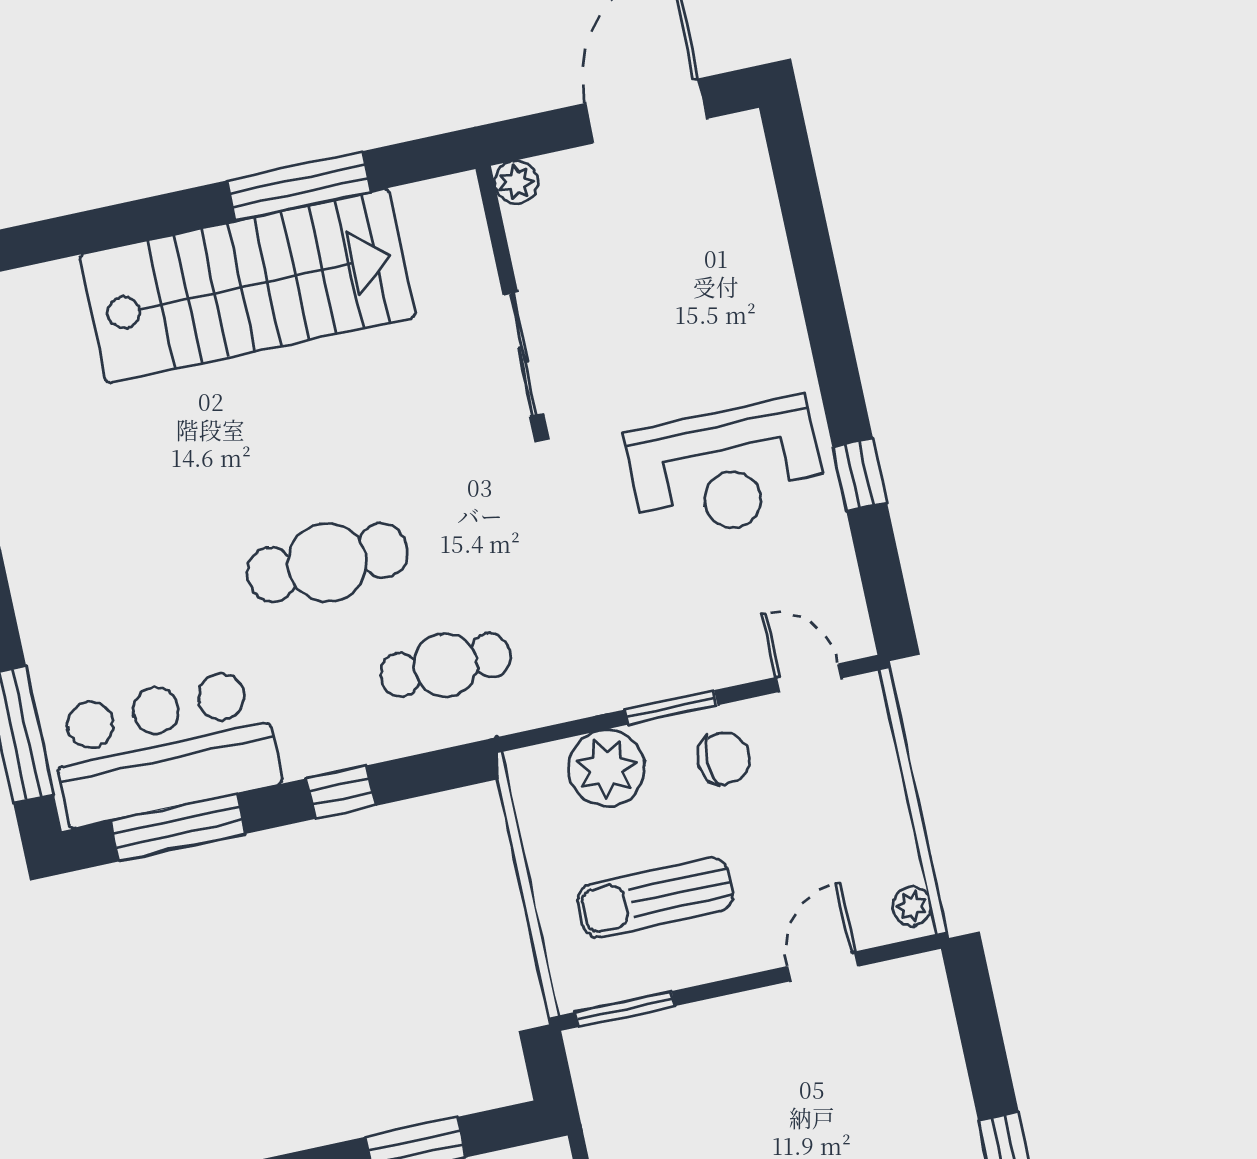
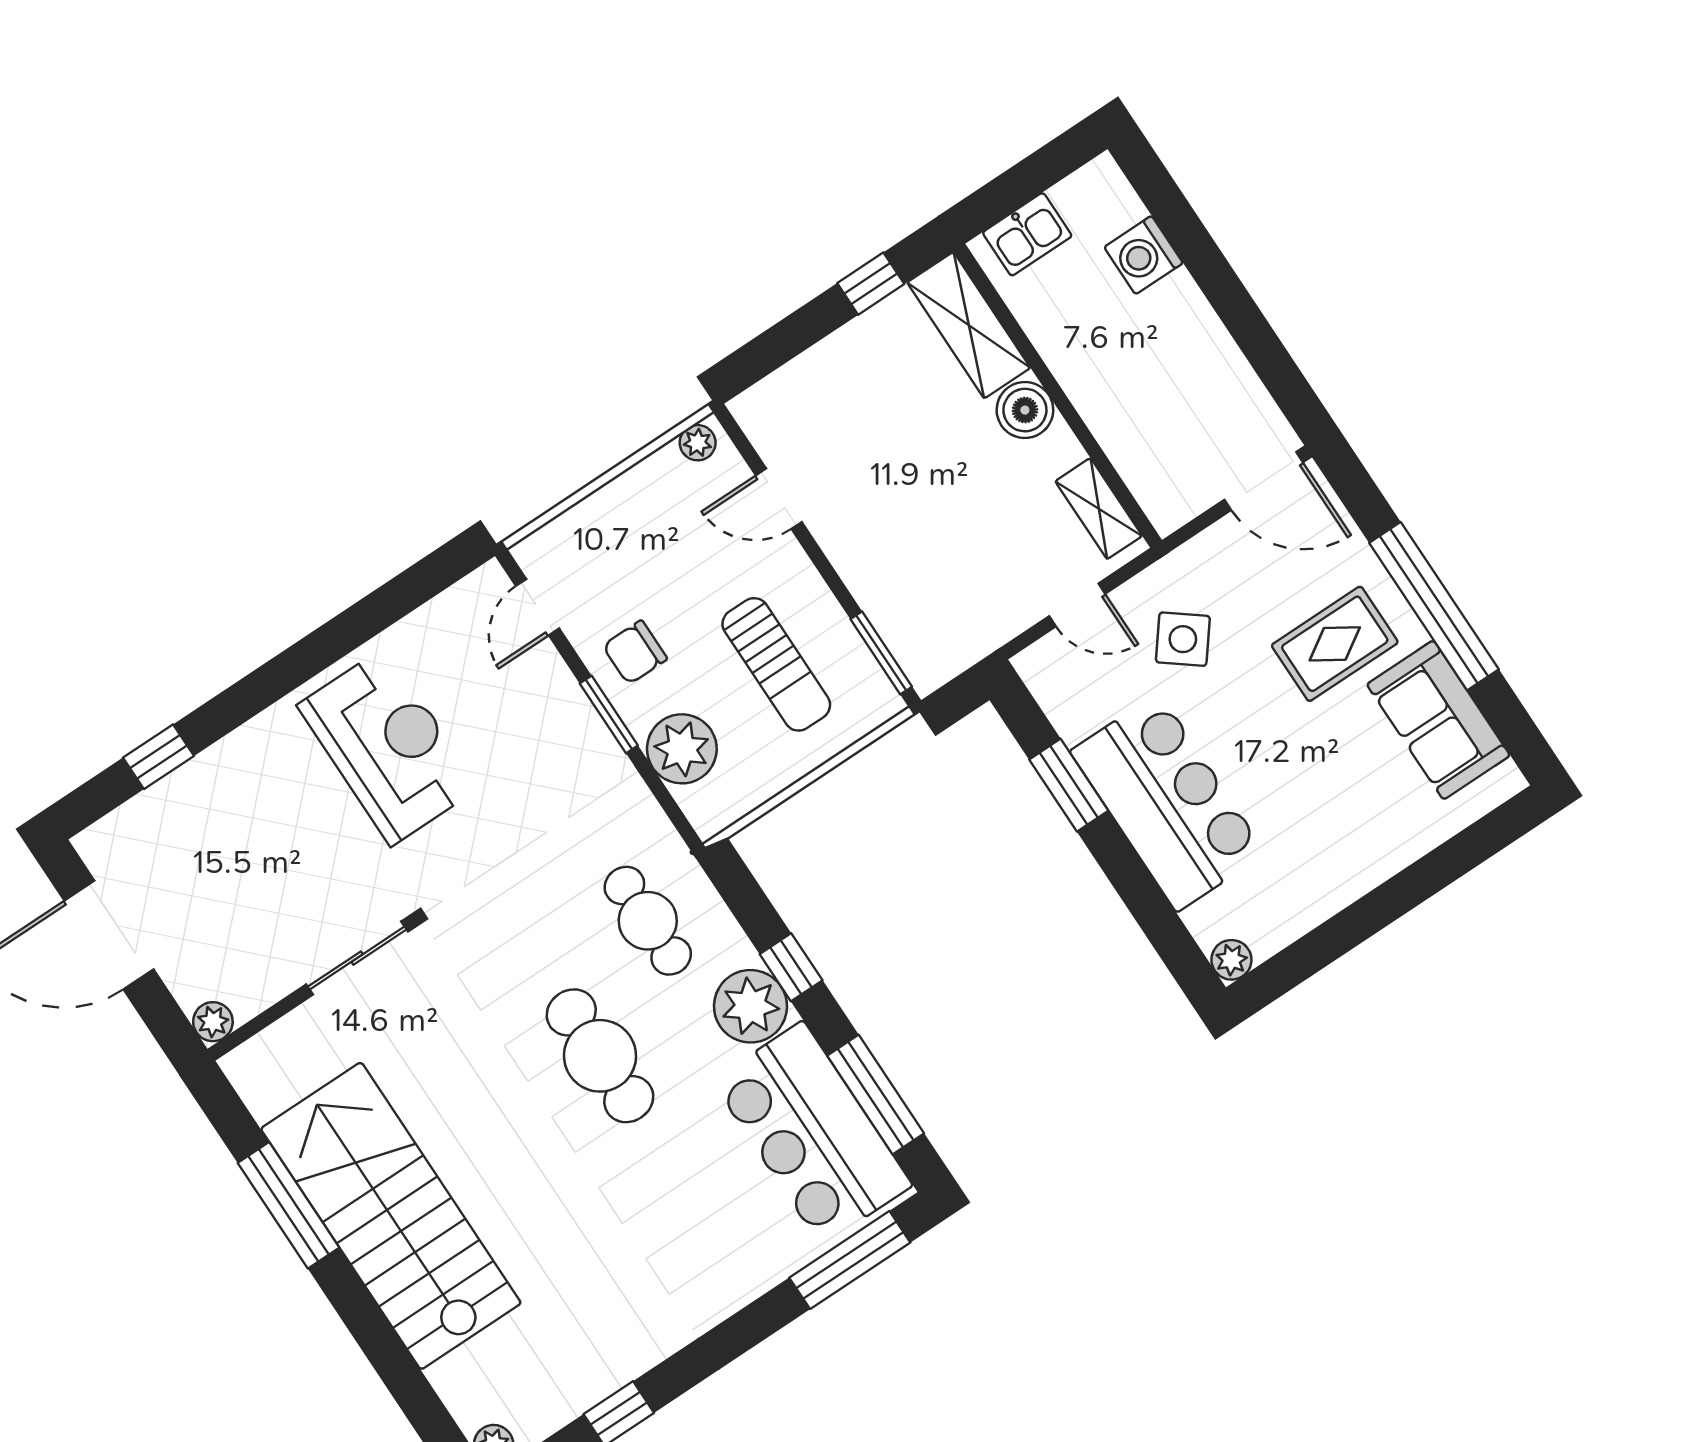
window: (860, 475) -> (159, 757), moved
plant: (318, 735) -> (751, 1006), added
chair: (724, 759) -> (635, 652), turned -90

